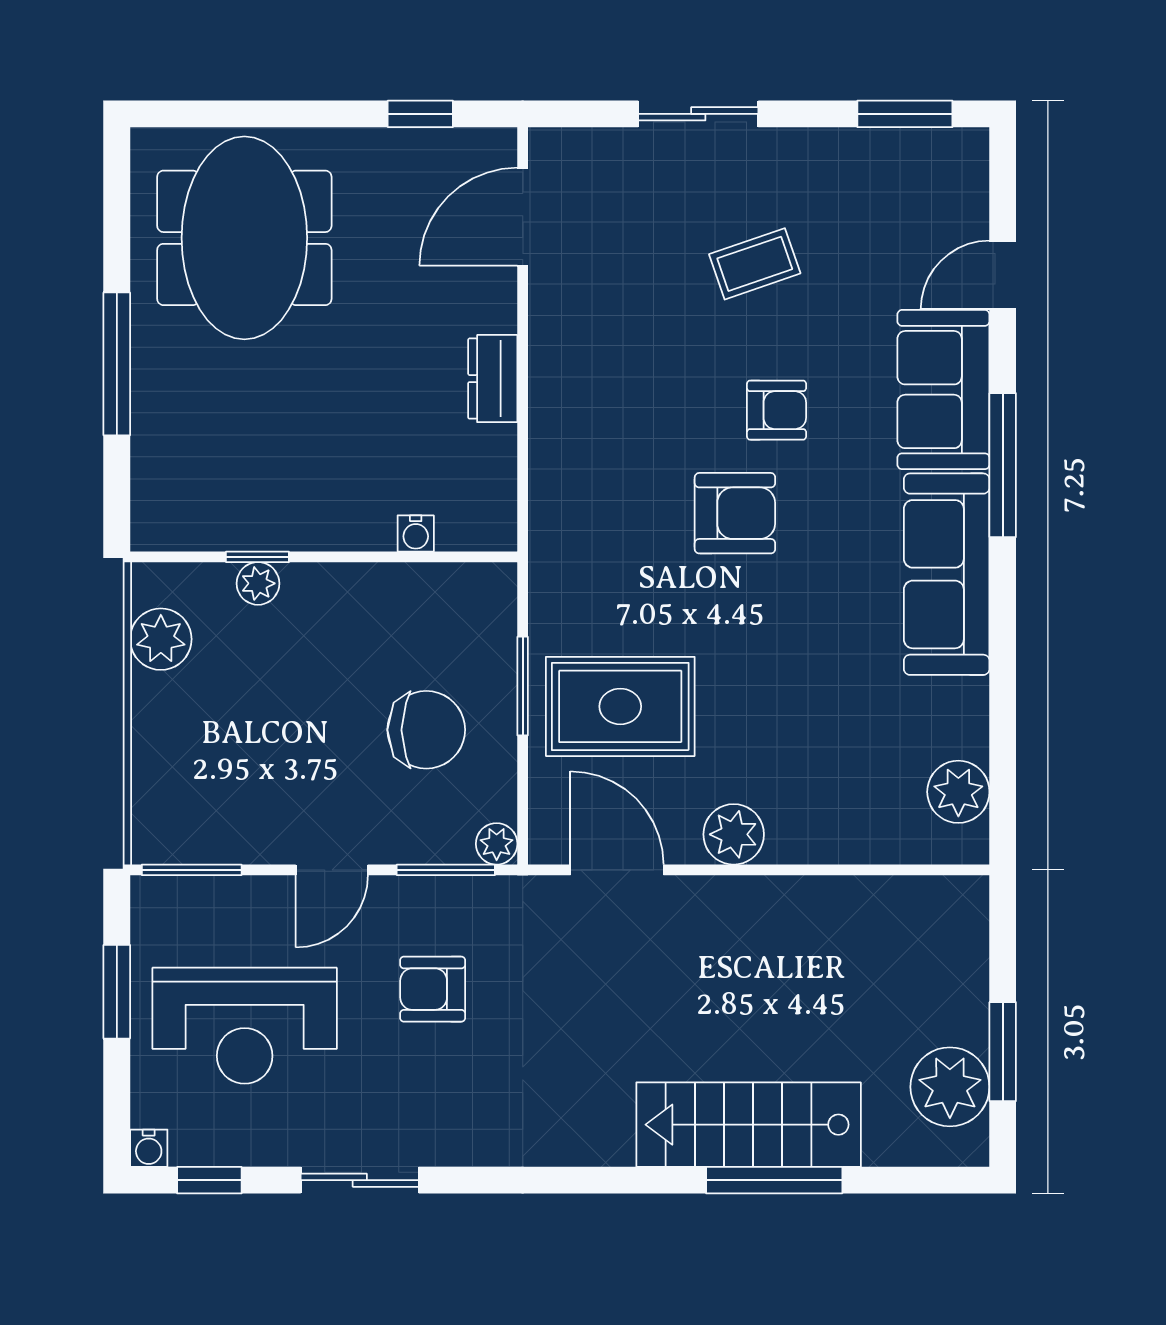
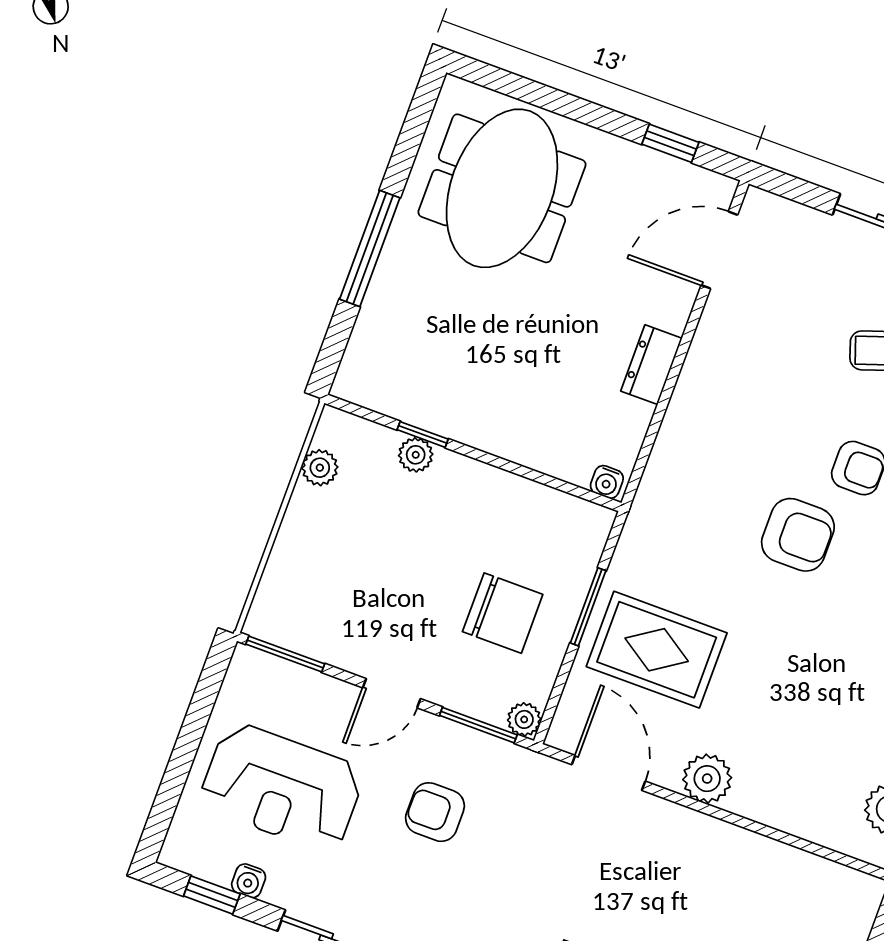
water cooler: (416, 533) -> (607, 482), moved
plant: (161, 639) -> (320, 468), width x0.73, depth x0.73
window: (117, 992) -> (194, 726), removed
water cooler: (149, 1148) -> (249, 881), moved

